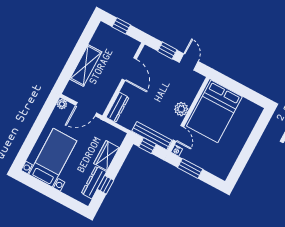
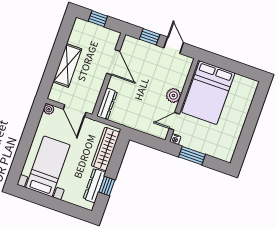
door: (86, 109) -> (75, 111), hinge flipped
door: (178, 133) -> (174, 121), swing flipped
bench: (152, 136) -> (147, 128), removed
window: (147, 146) -> (144, 139), removed
wardrobe: (107, 156) -> (106, 149), width x1.50

